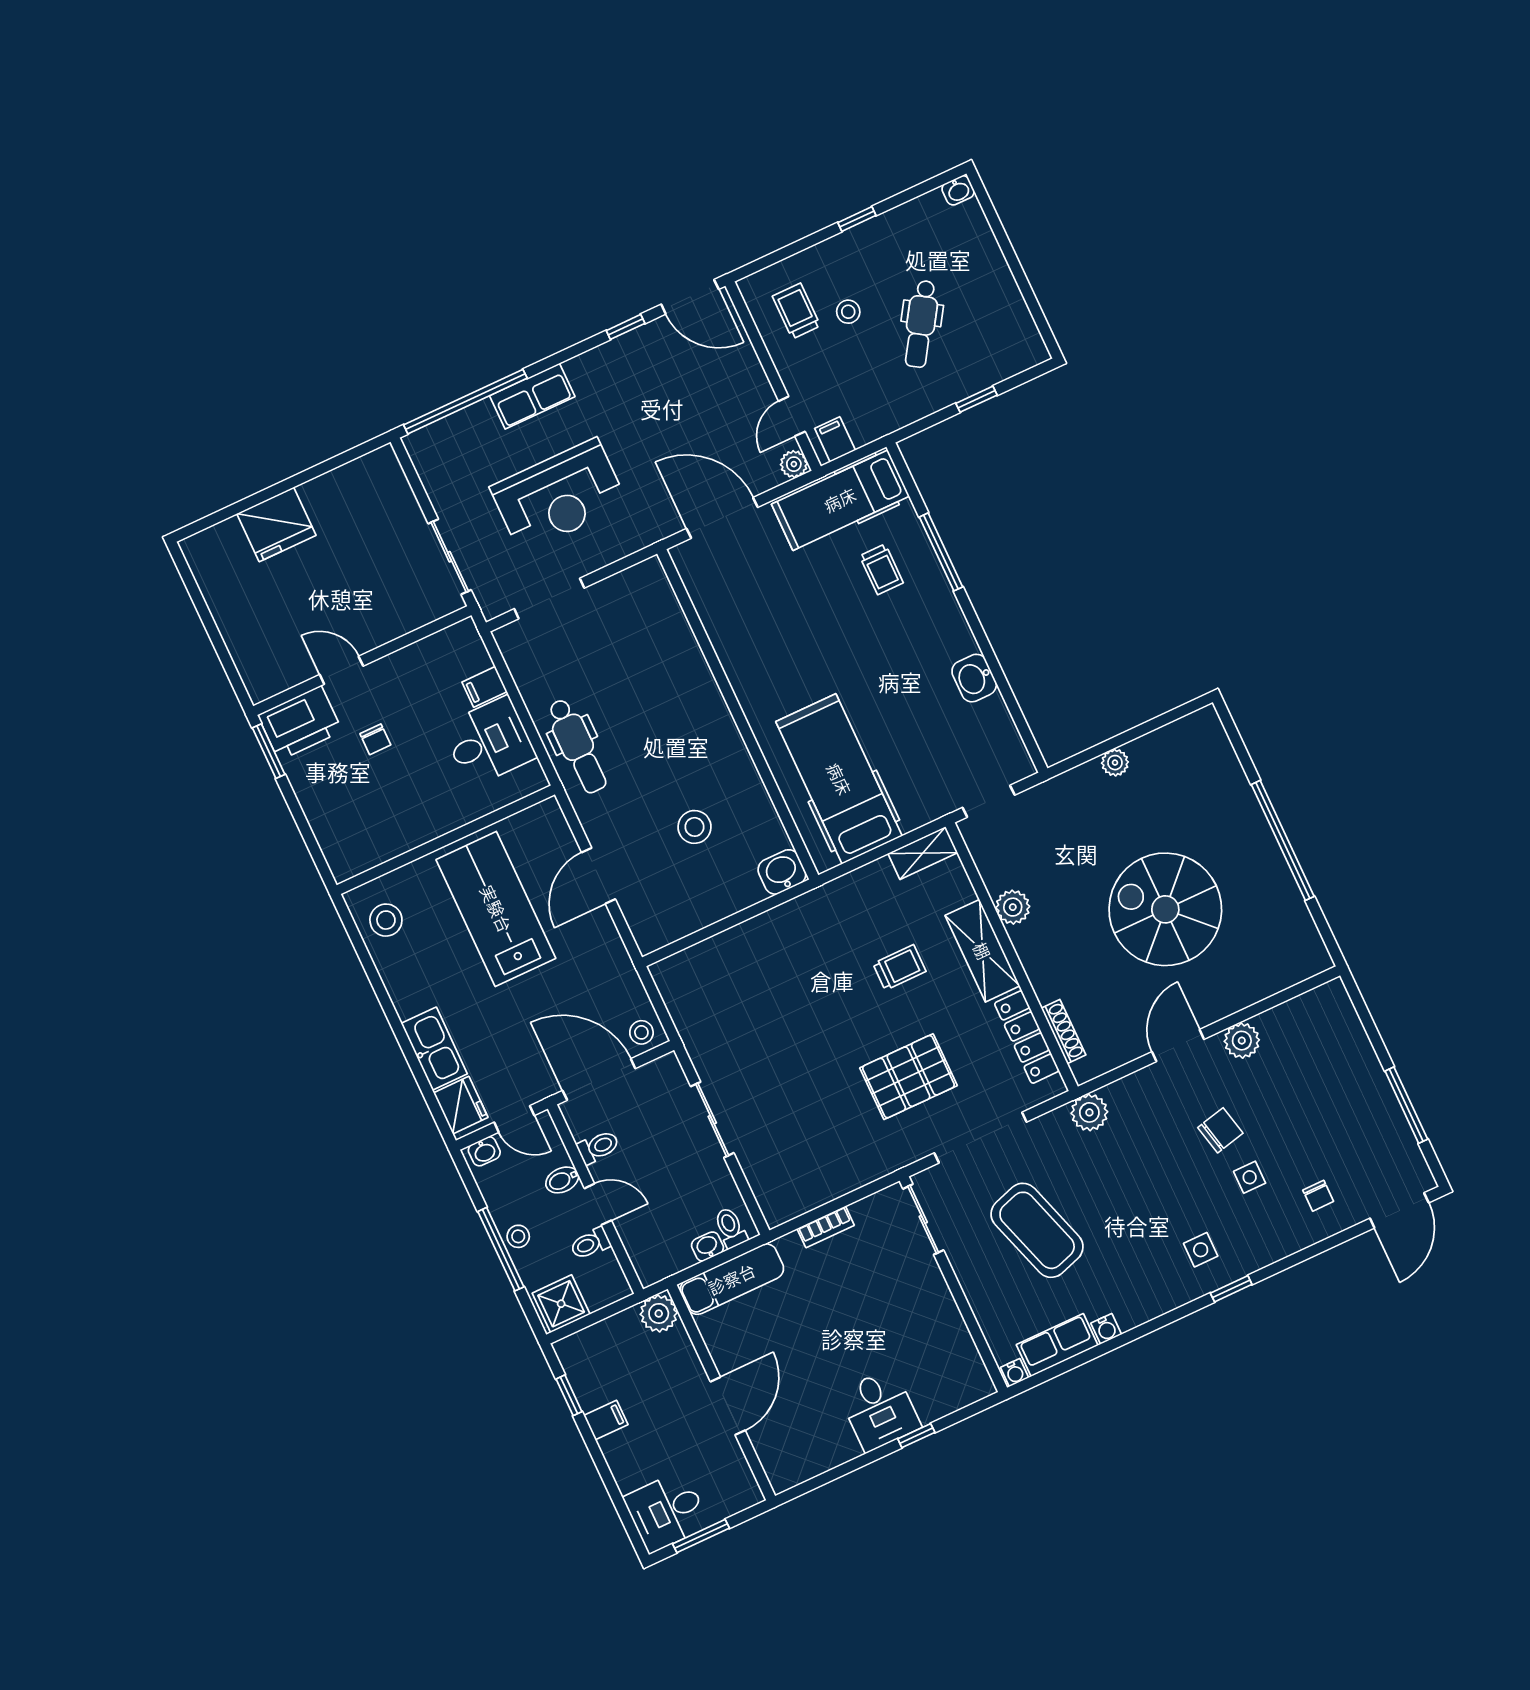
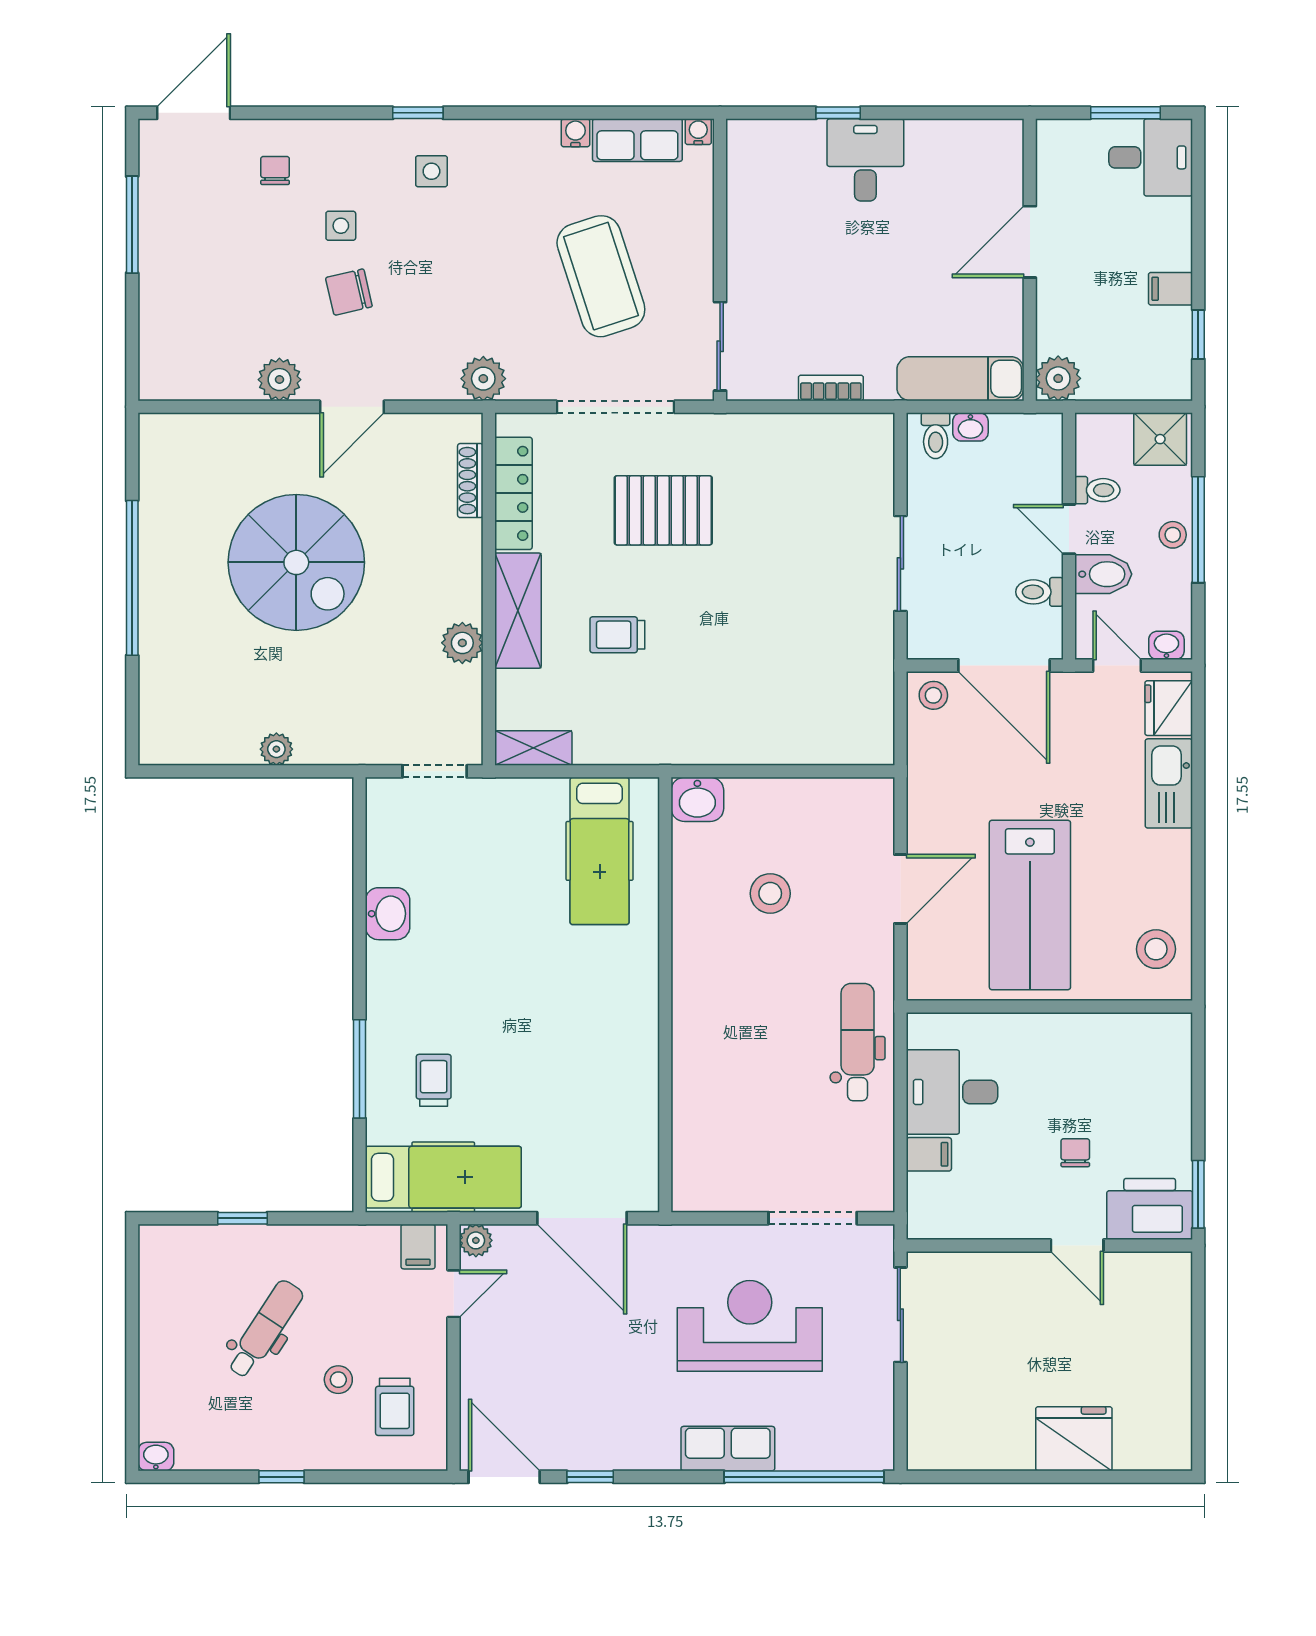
hospital bed: (839, 779) -> (600, 851), width x0.73, depth x0.78
bidet: (562, 1180) -> (1103, 574), width x1.38, depth x1.36

